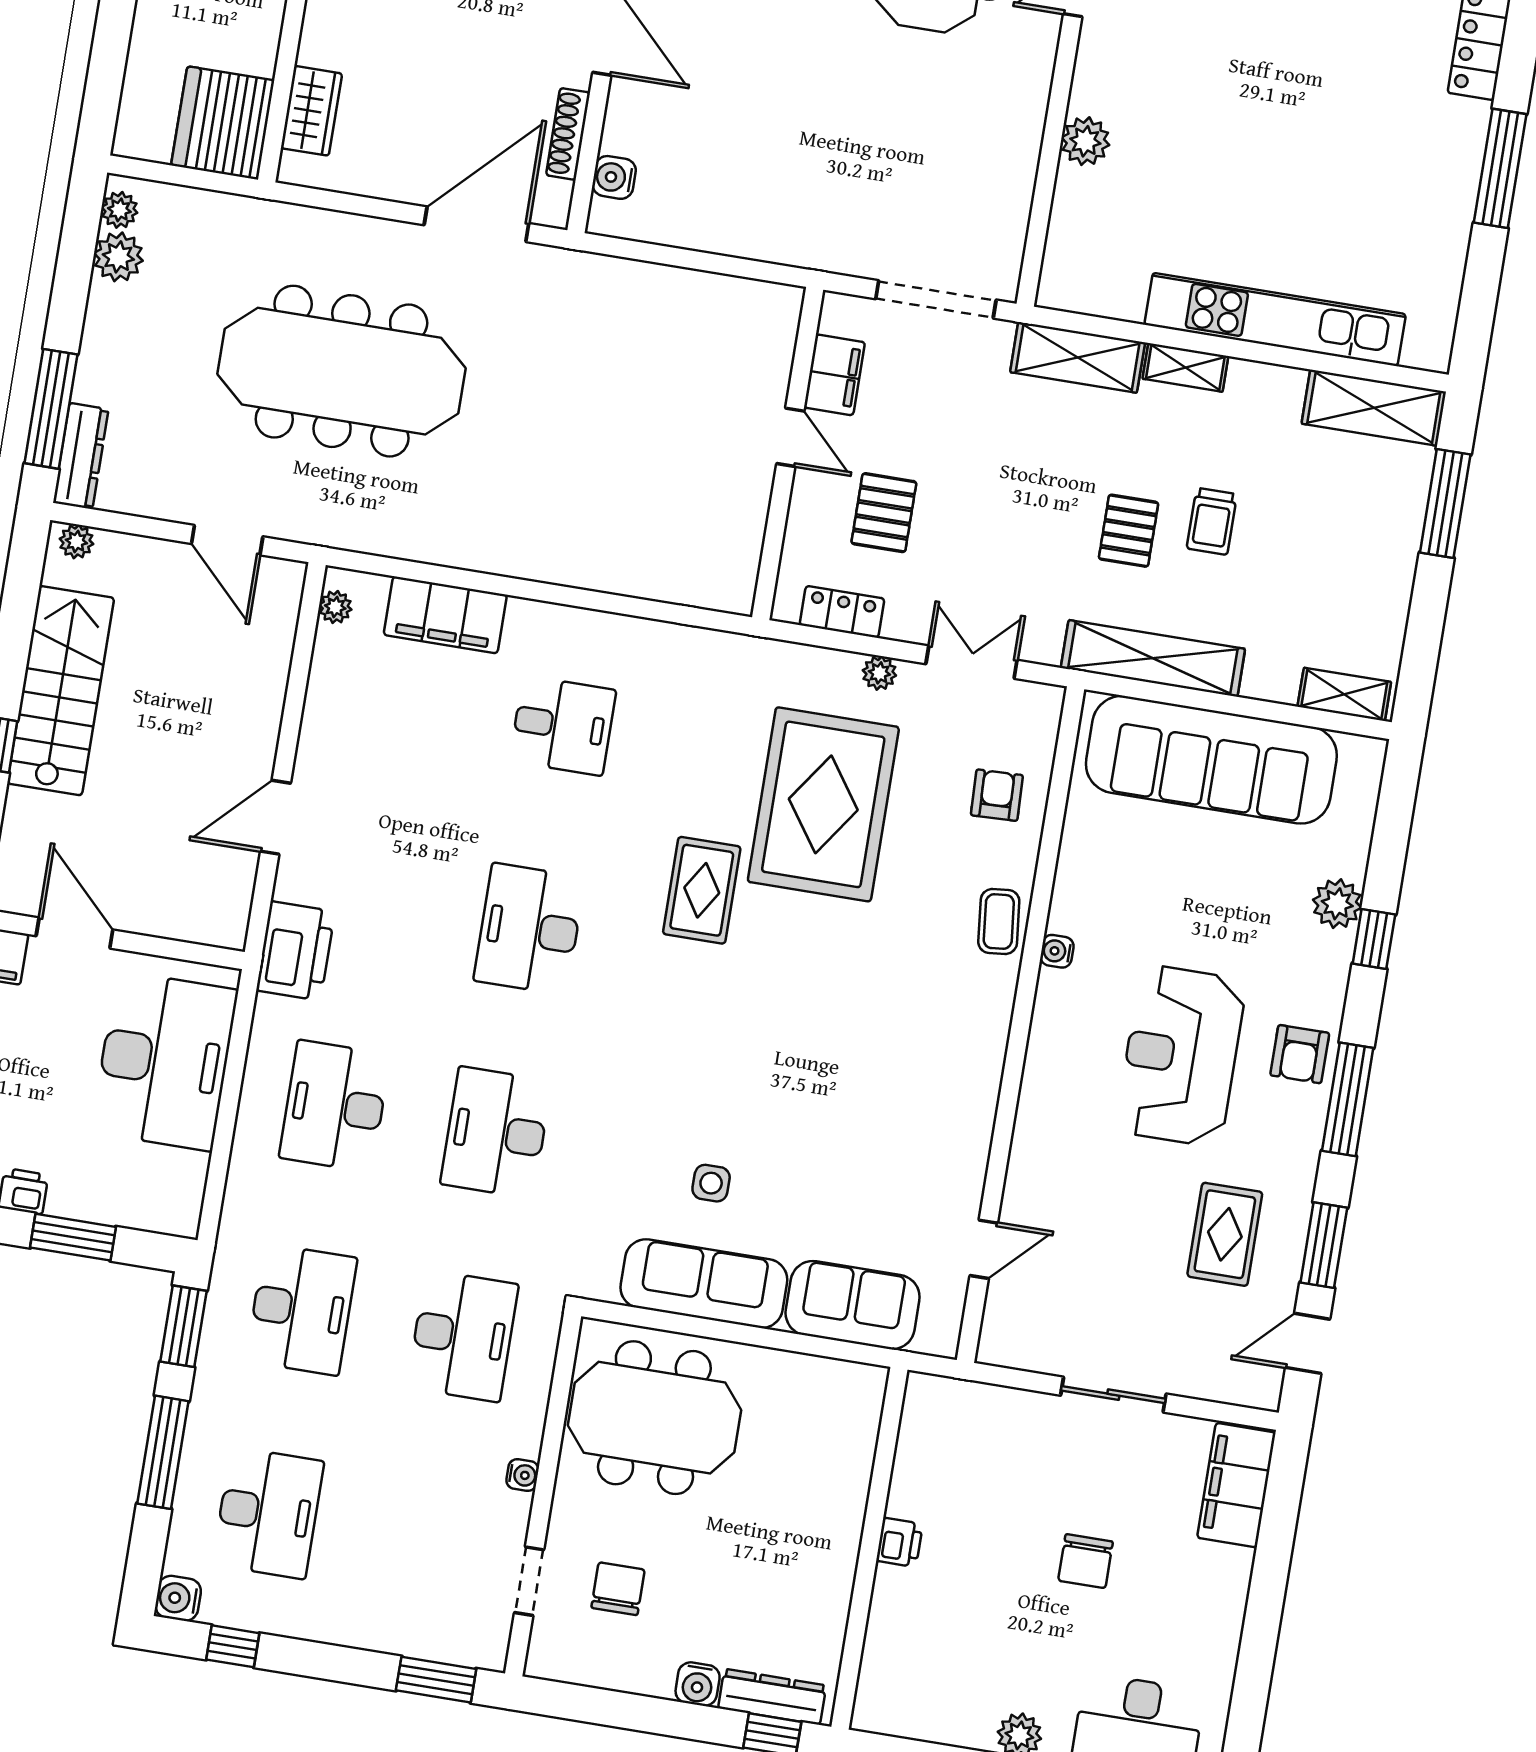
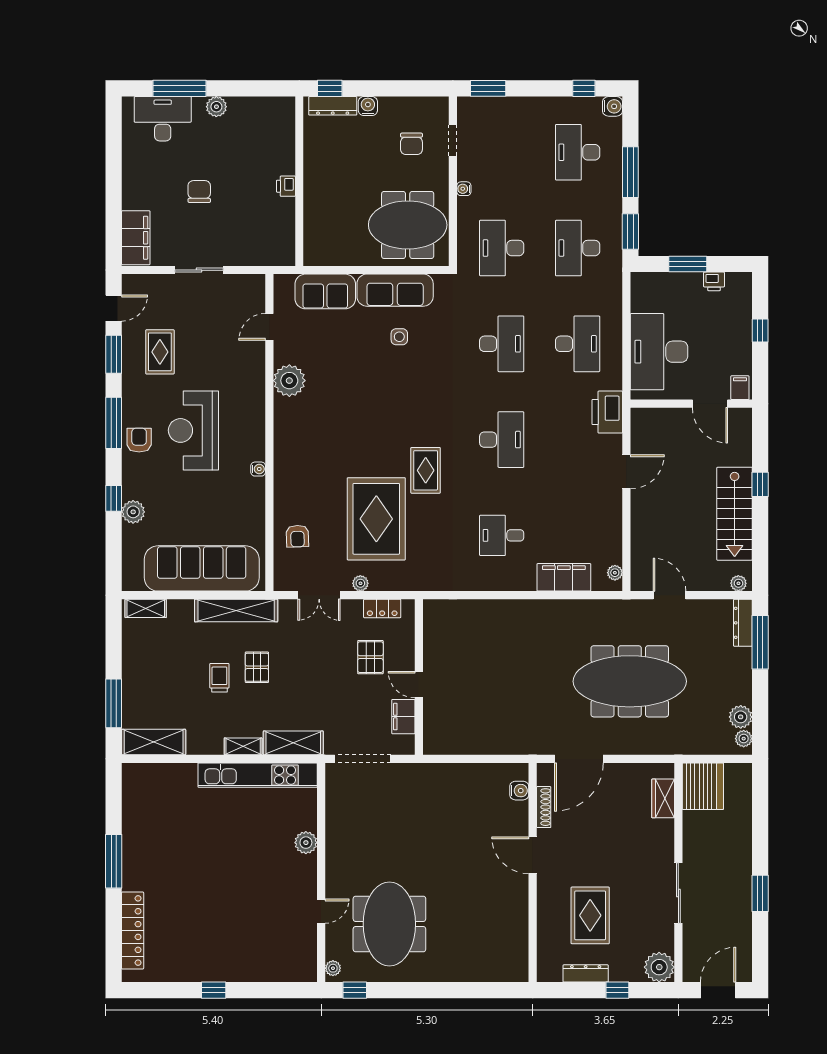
kitchen unit: (1275, 319) -> (258, 775), moved
coffee table: (999, 922) -> (287, 478), removed
reception desk: (1181, 1056) -> (193, 430), turned 180
plant: (960, 1128) -> (289, 381), added

